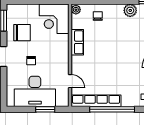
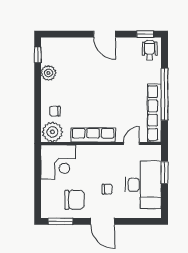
plant: (76, 10) -> (52, 132), width x1.88, depth x1.88
chair: (22, 33) -> (75, 200), turned 90
row of seats: (77, 42) -> (93, 135), width x1.48

